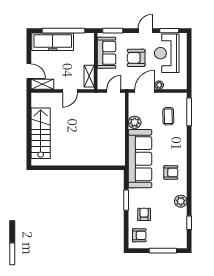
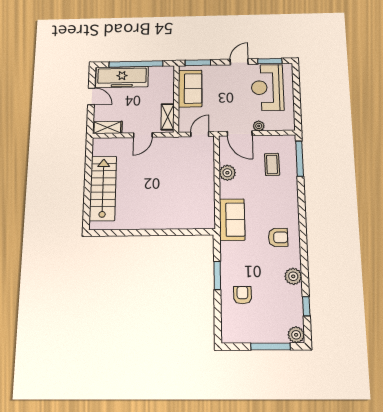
armchair: (136, 58) -> (228, 94), removed
door: (29, 71) -> (91, 96), moved
door: (144, 91) -> (240, 133), swing flipped
sofa: (140, 159) -> (232, 220), width x0.54, depth x0.79
armchair: (139, 235) -> (236, 325), removed
plant: (181, 243) -> (296, 335), added

